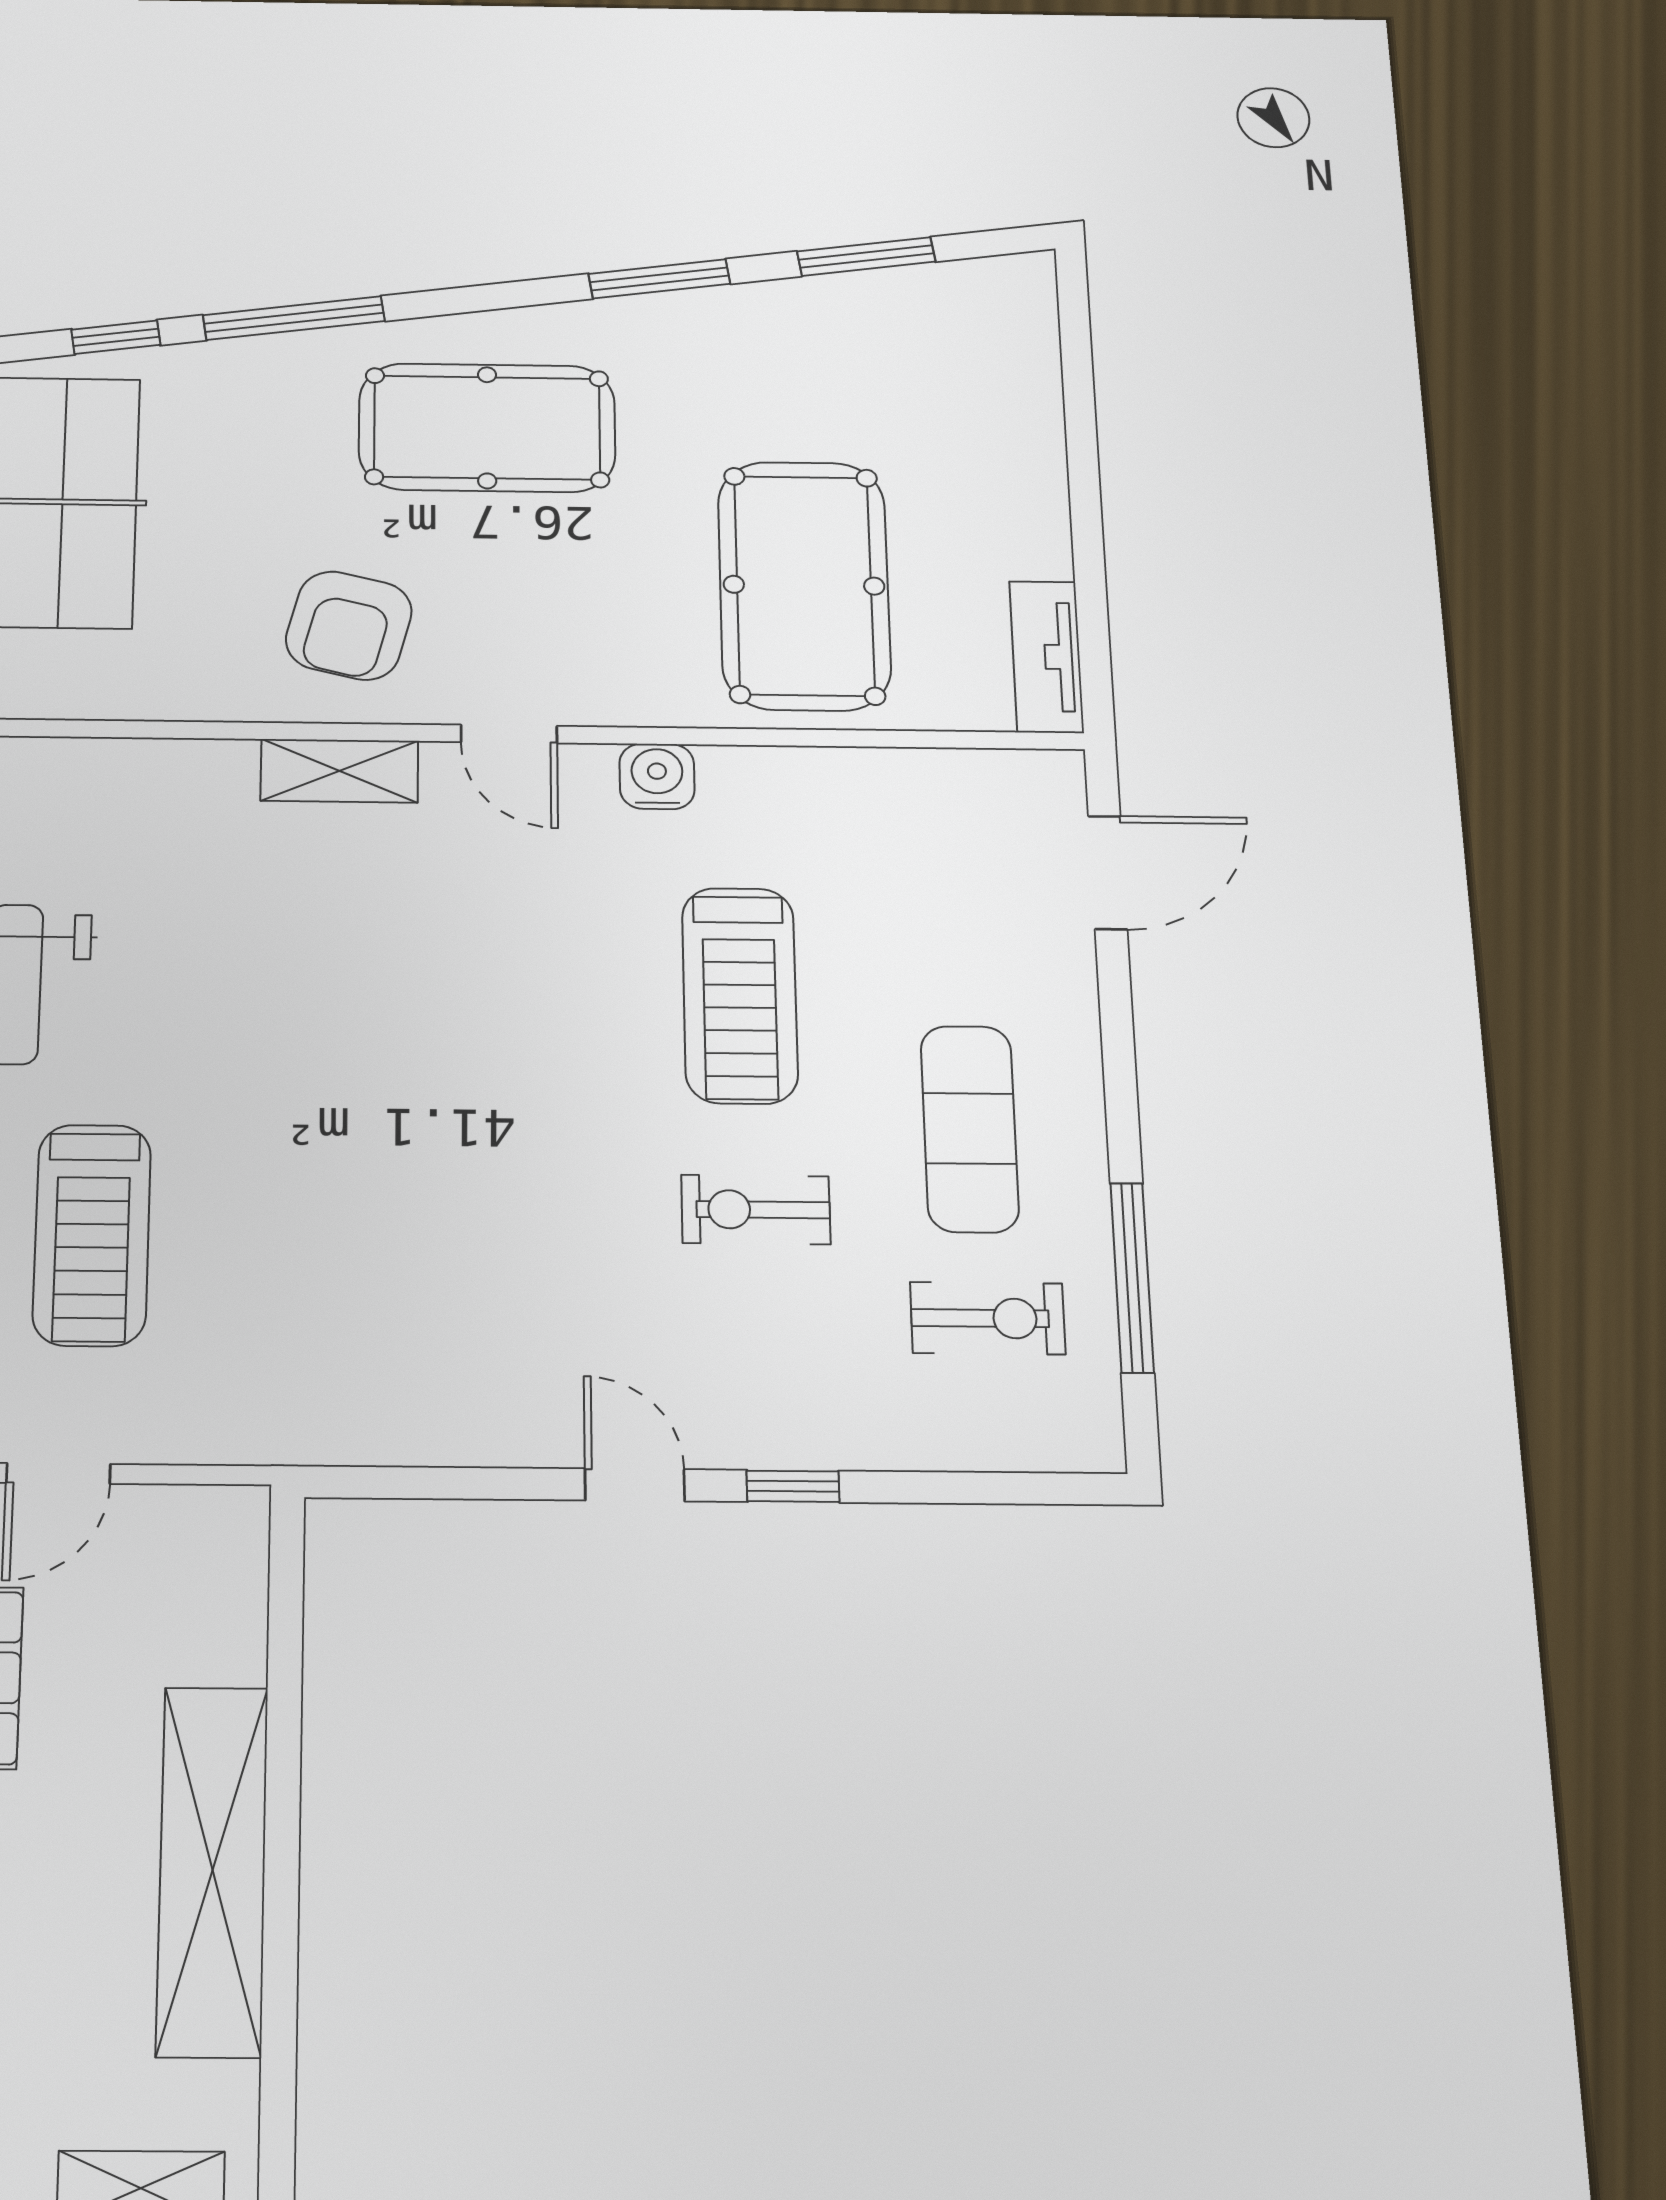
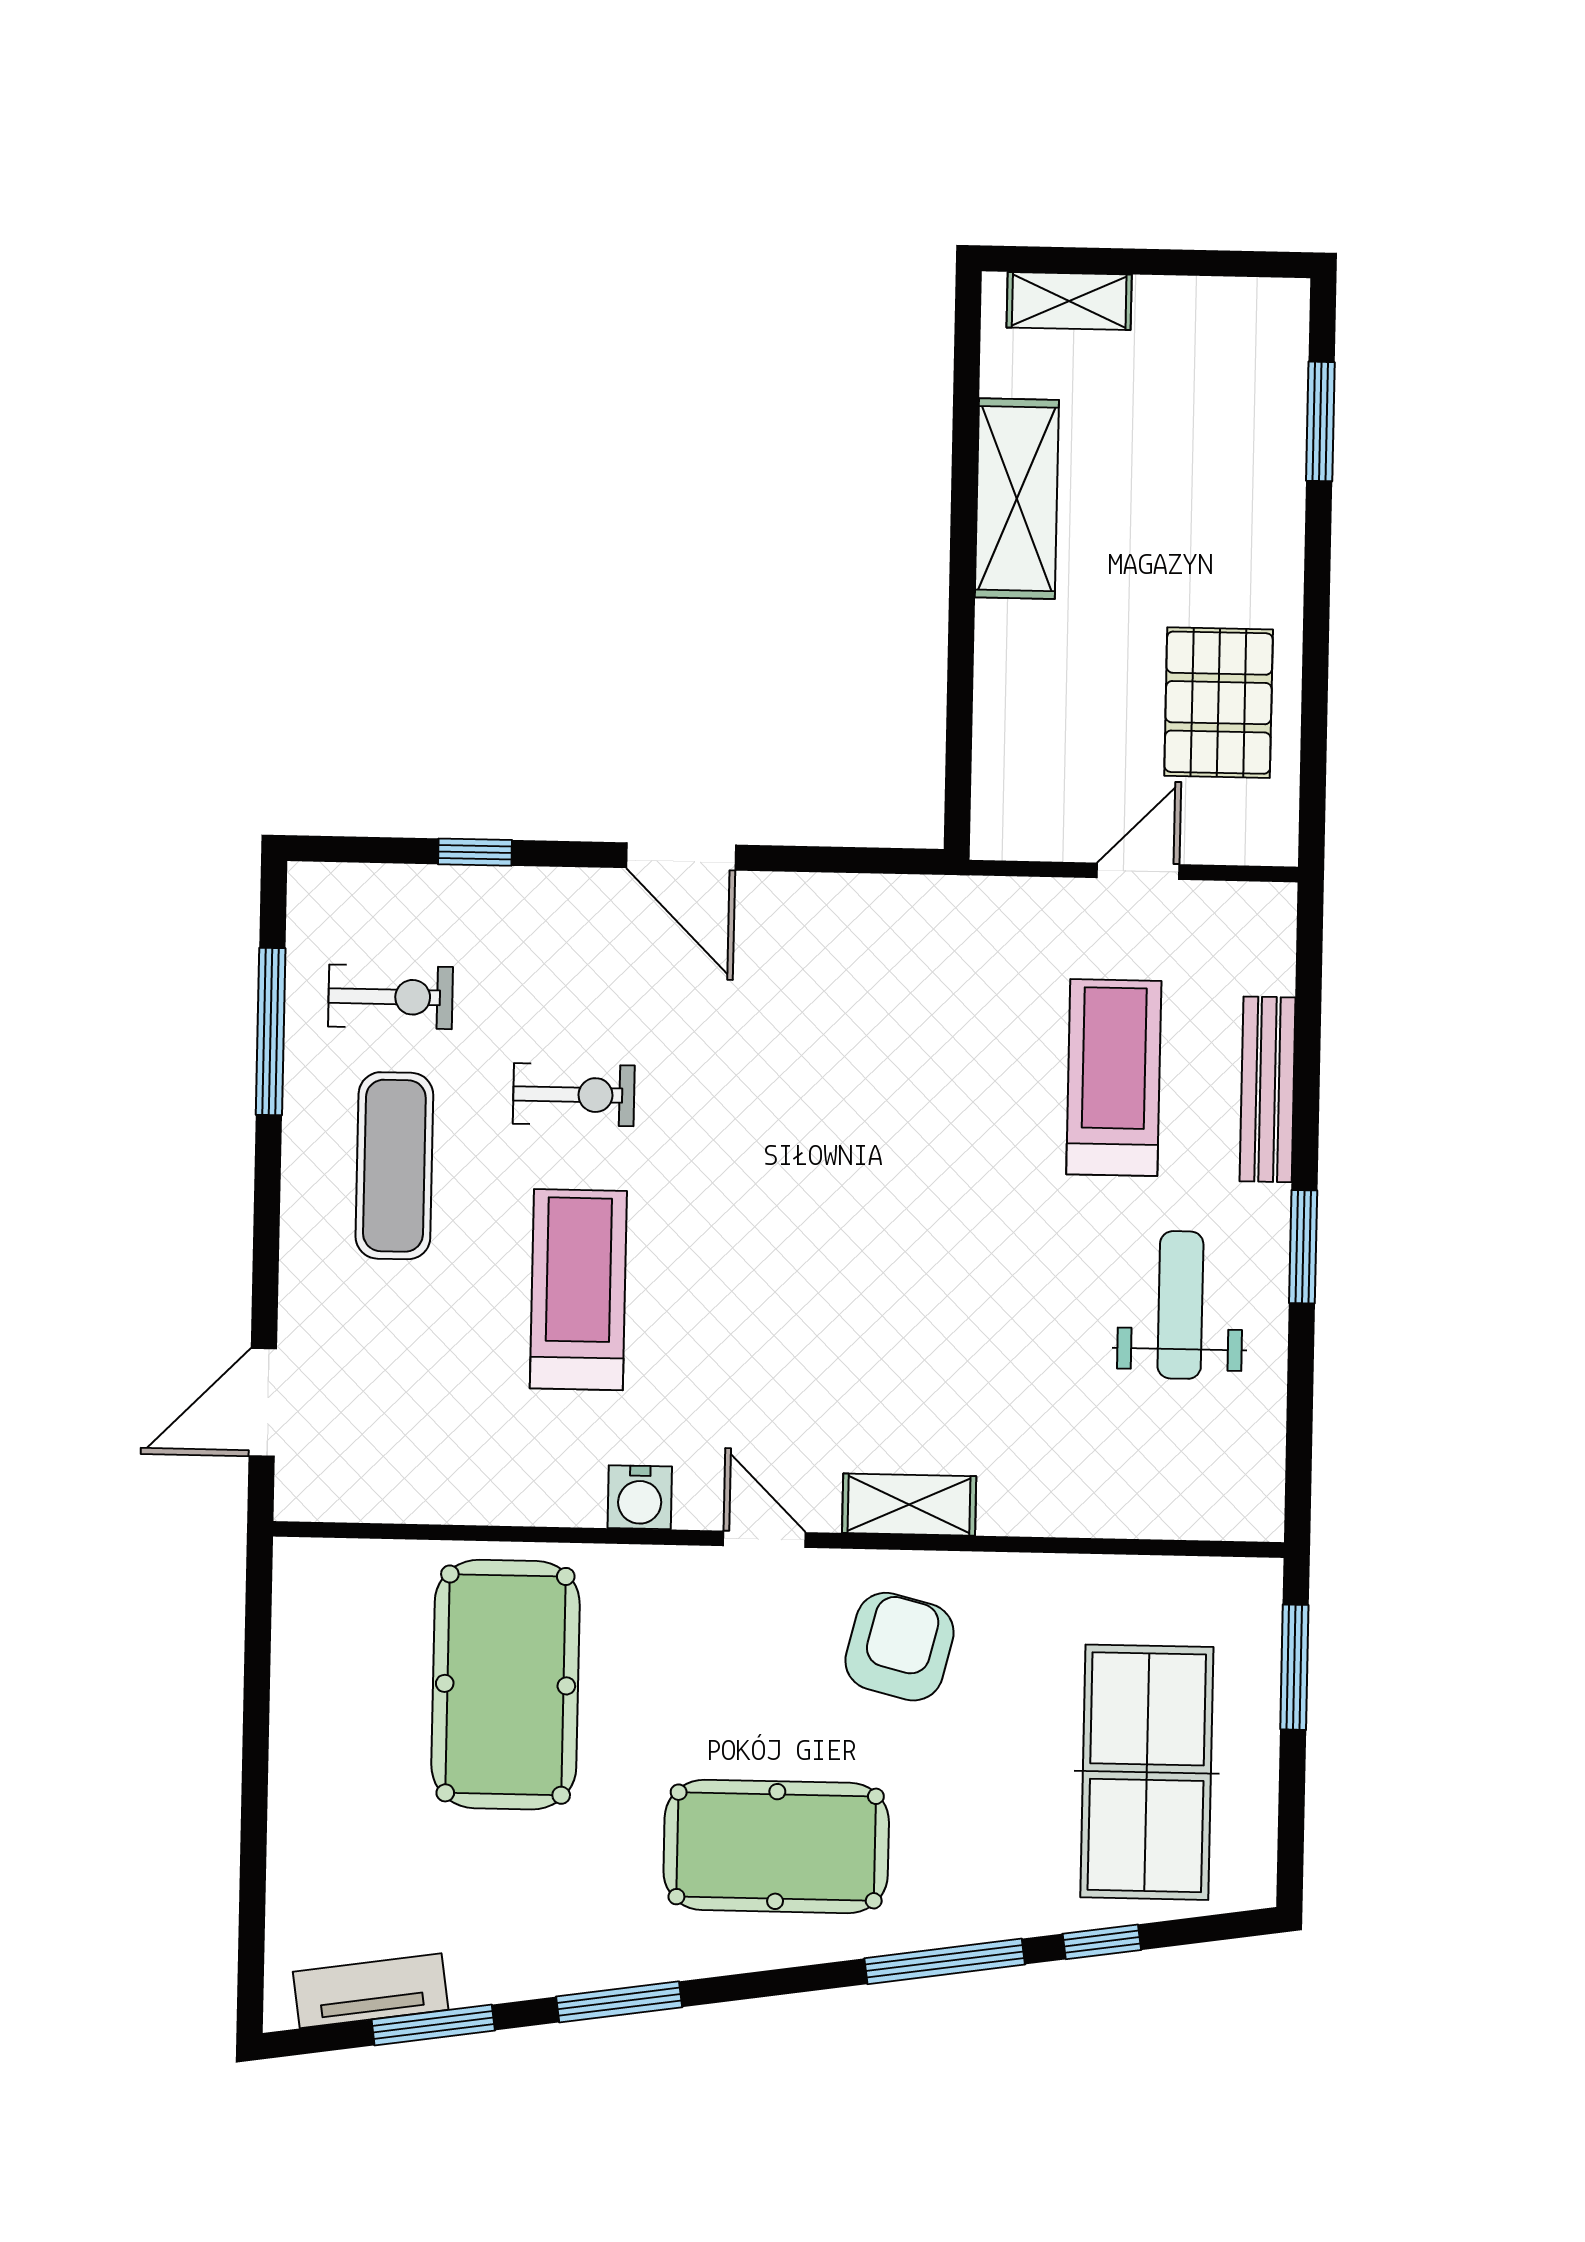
tv unit: (1047, 657) -> (371, 1991), moved, turned -98
exercise bike: (988, 1318) -> (390, 997), turned 180
door: (635, 1485) -> (681, 856), width x1.38
window: (793, 1486) -> (475, 852), moved
shelving: (213, 1870) -> (1017, 499), width x0.68

